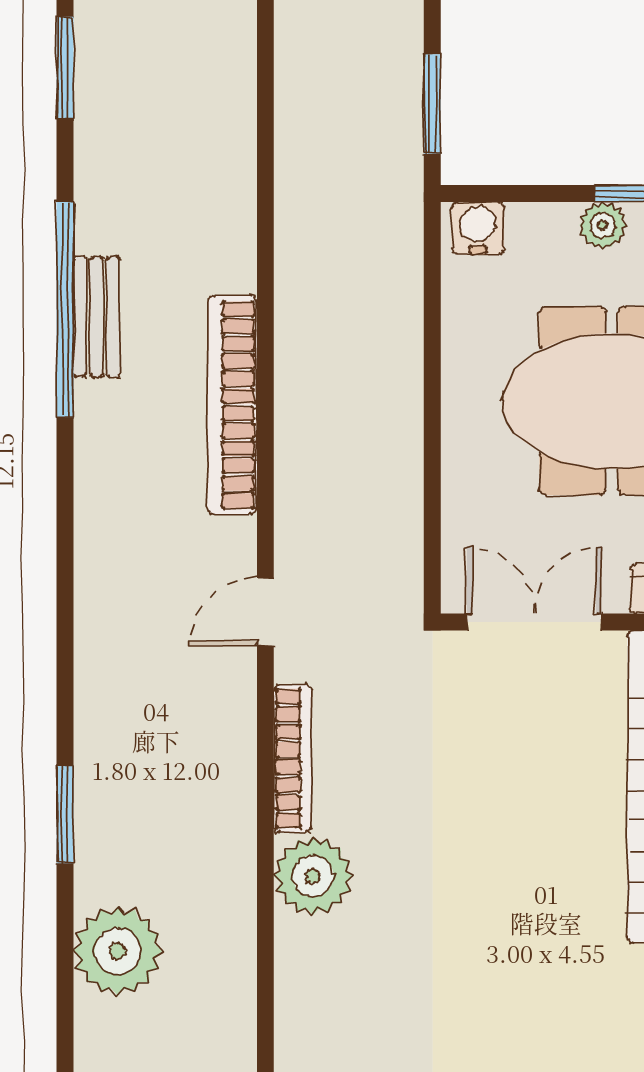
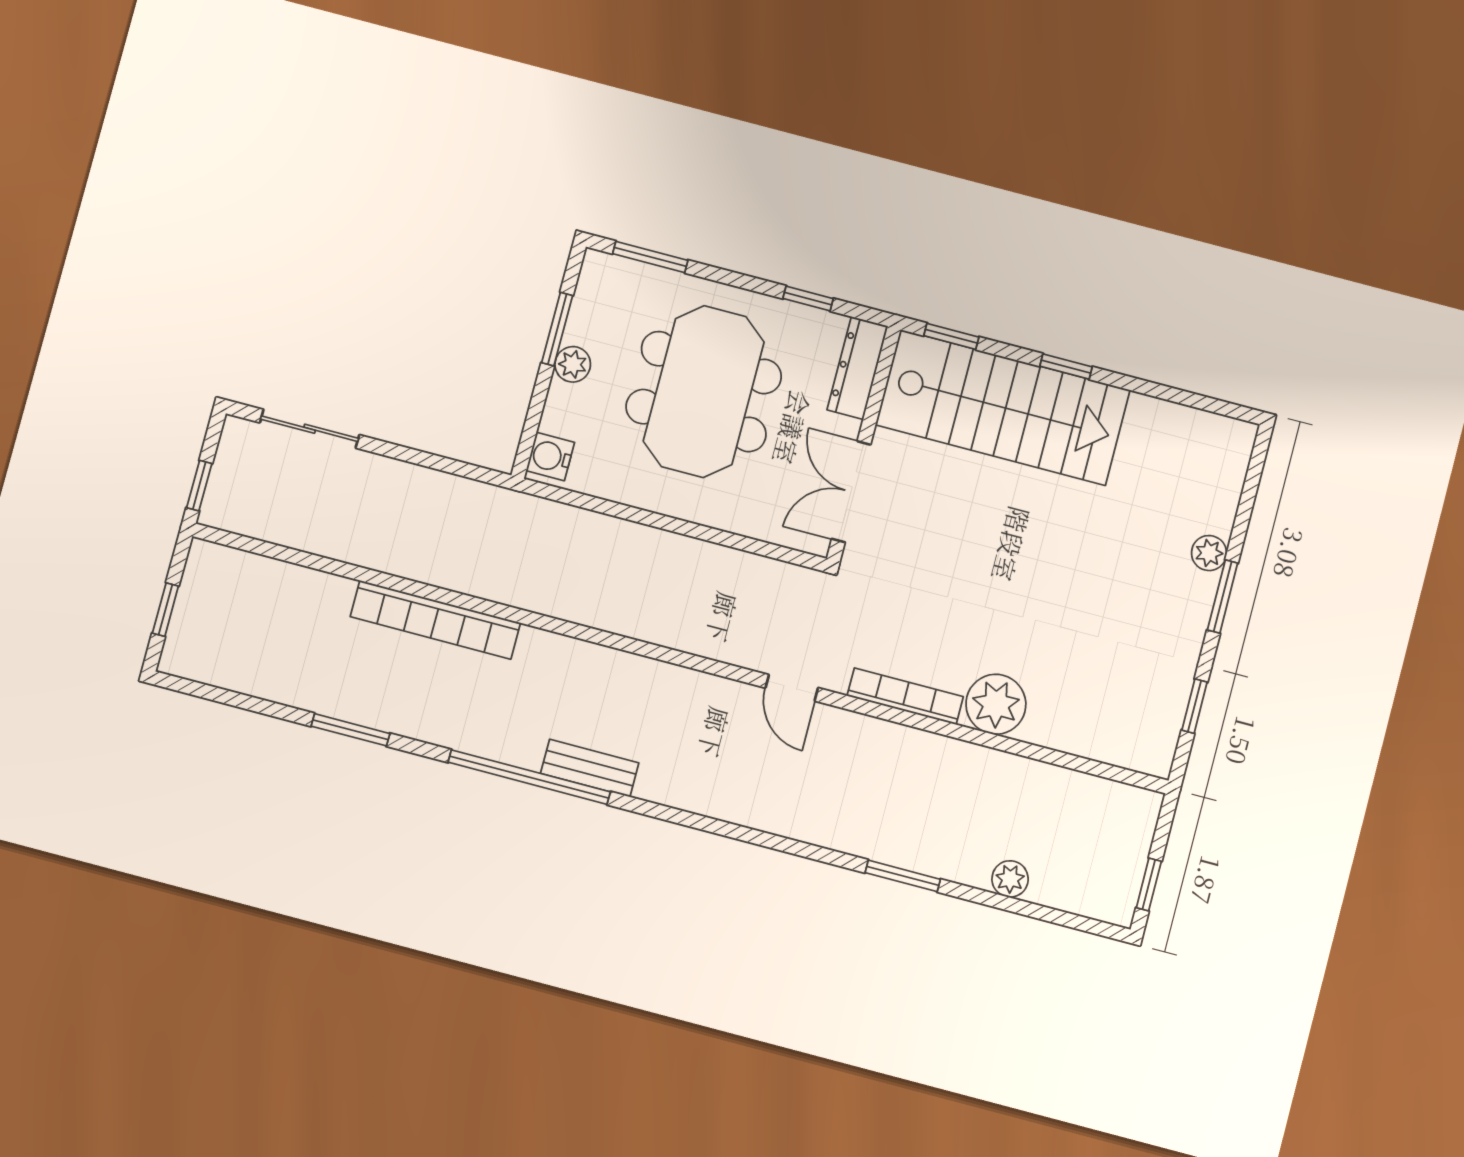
window: (432, 104) -> (450, 466), removed
bench: (96, 317) -> (590, 768), moved
bookcase: (232, 405) -> (435, 620), moved
plant: (118, 951) -> (1010, 879), width x0.53, depth x0.53

